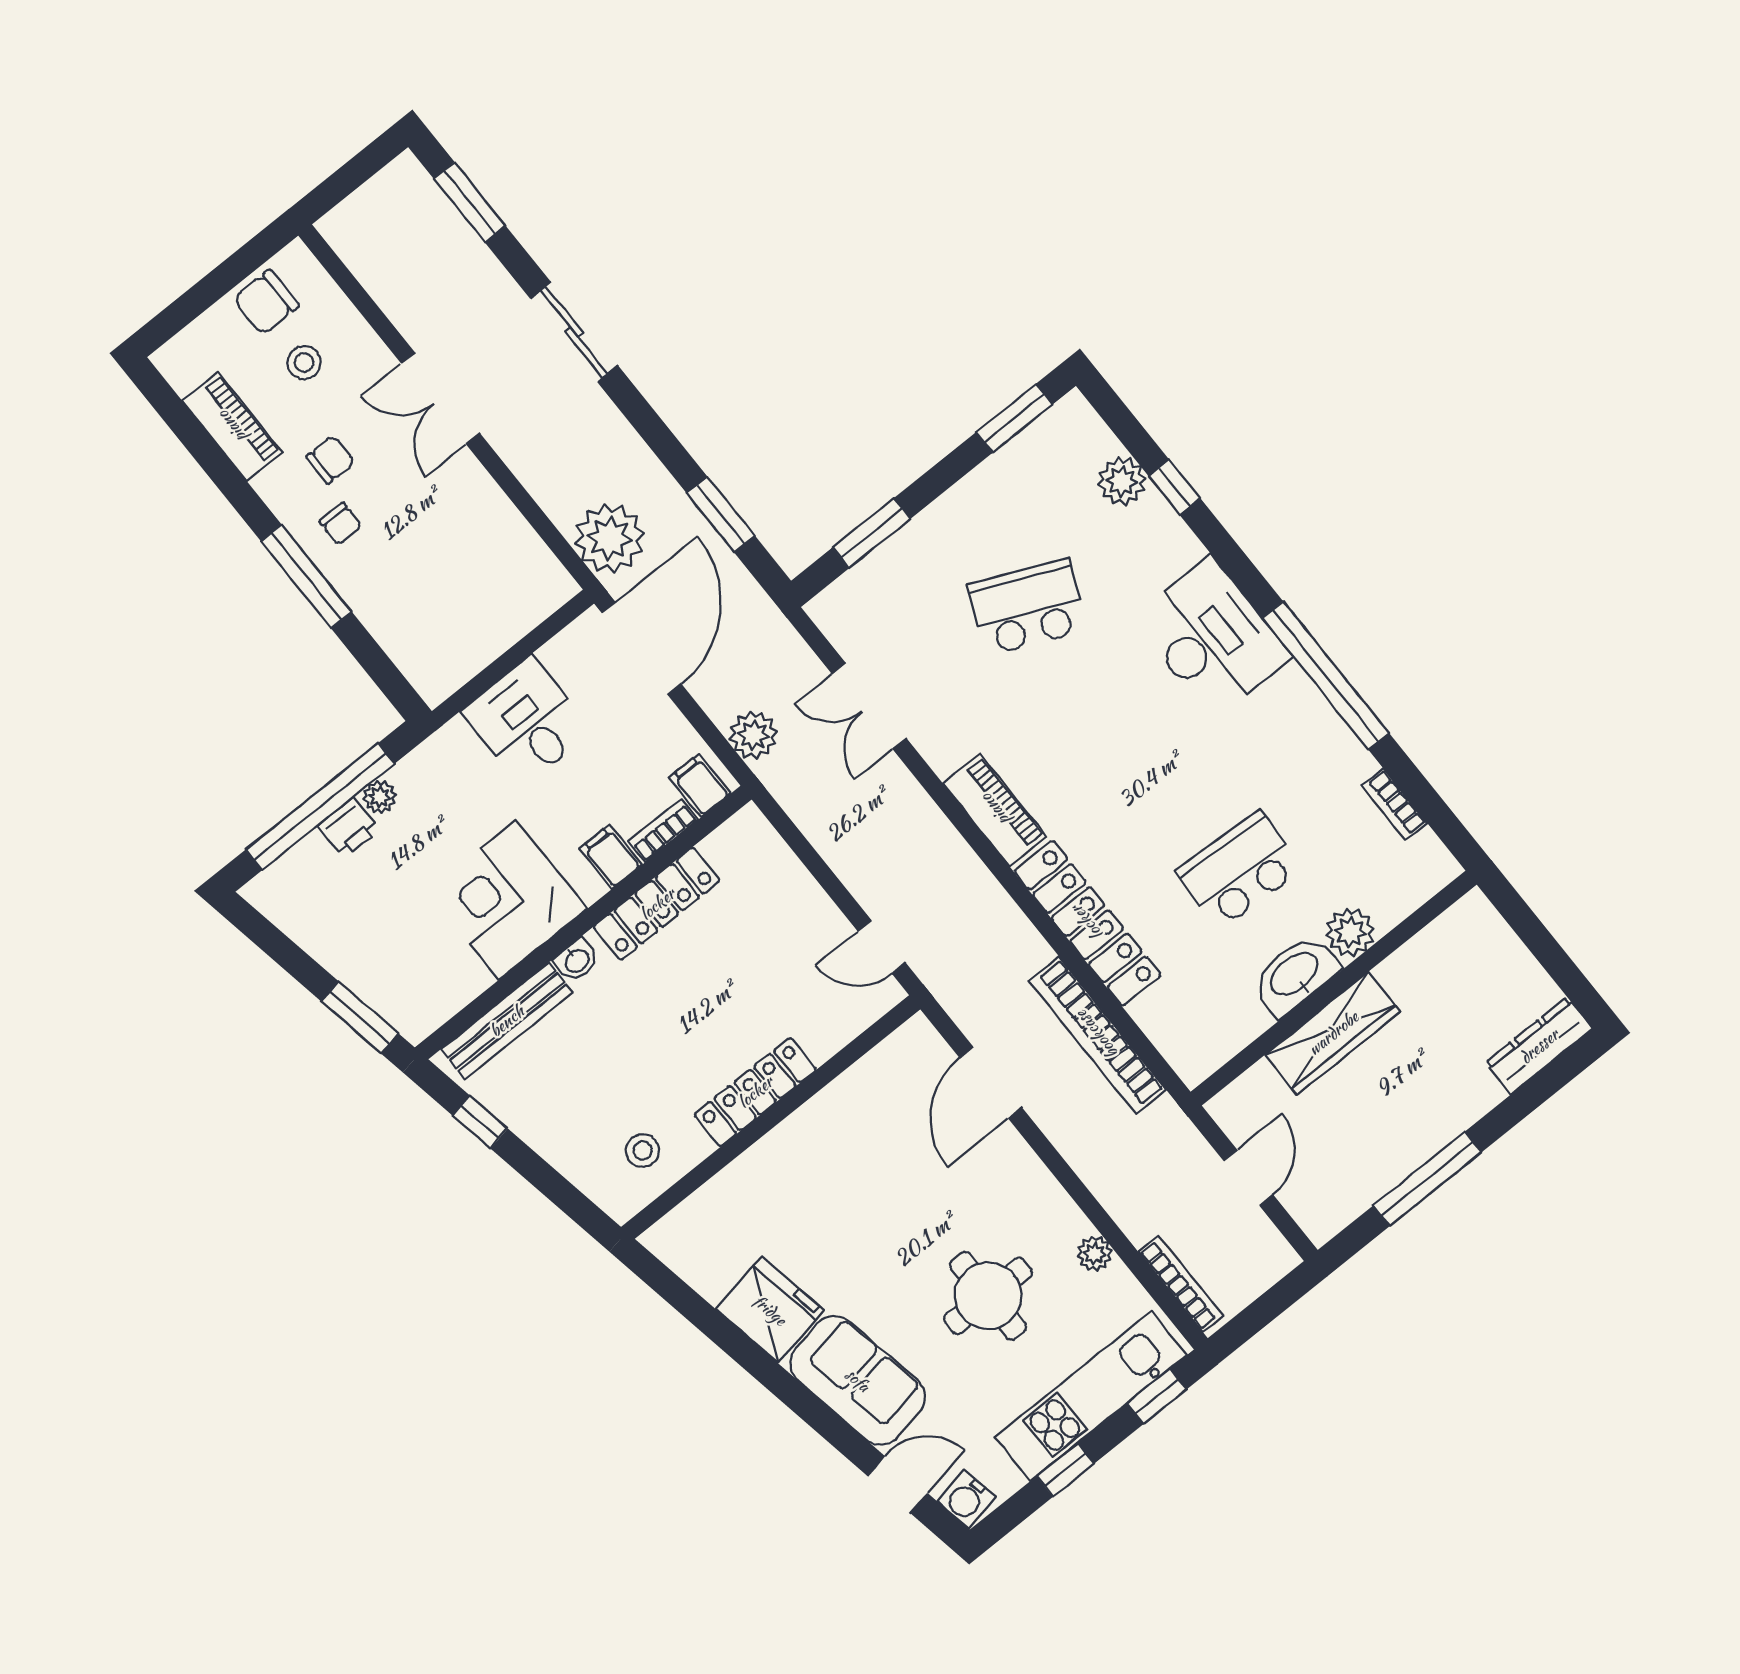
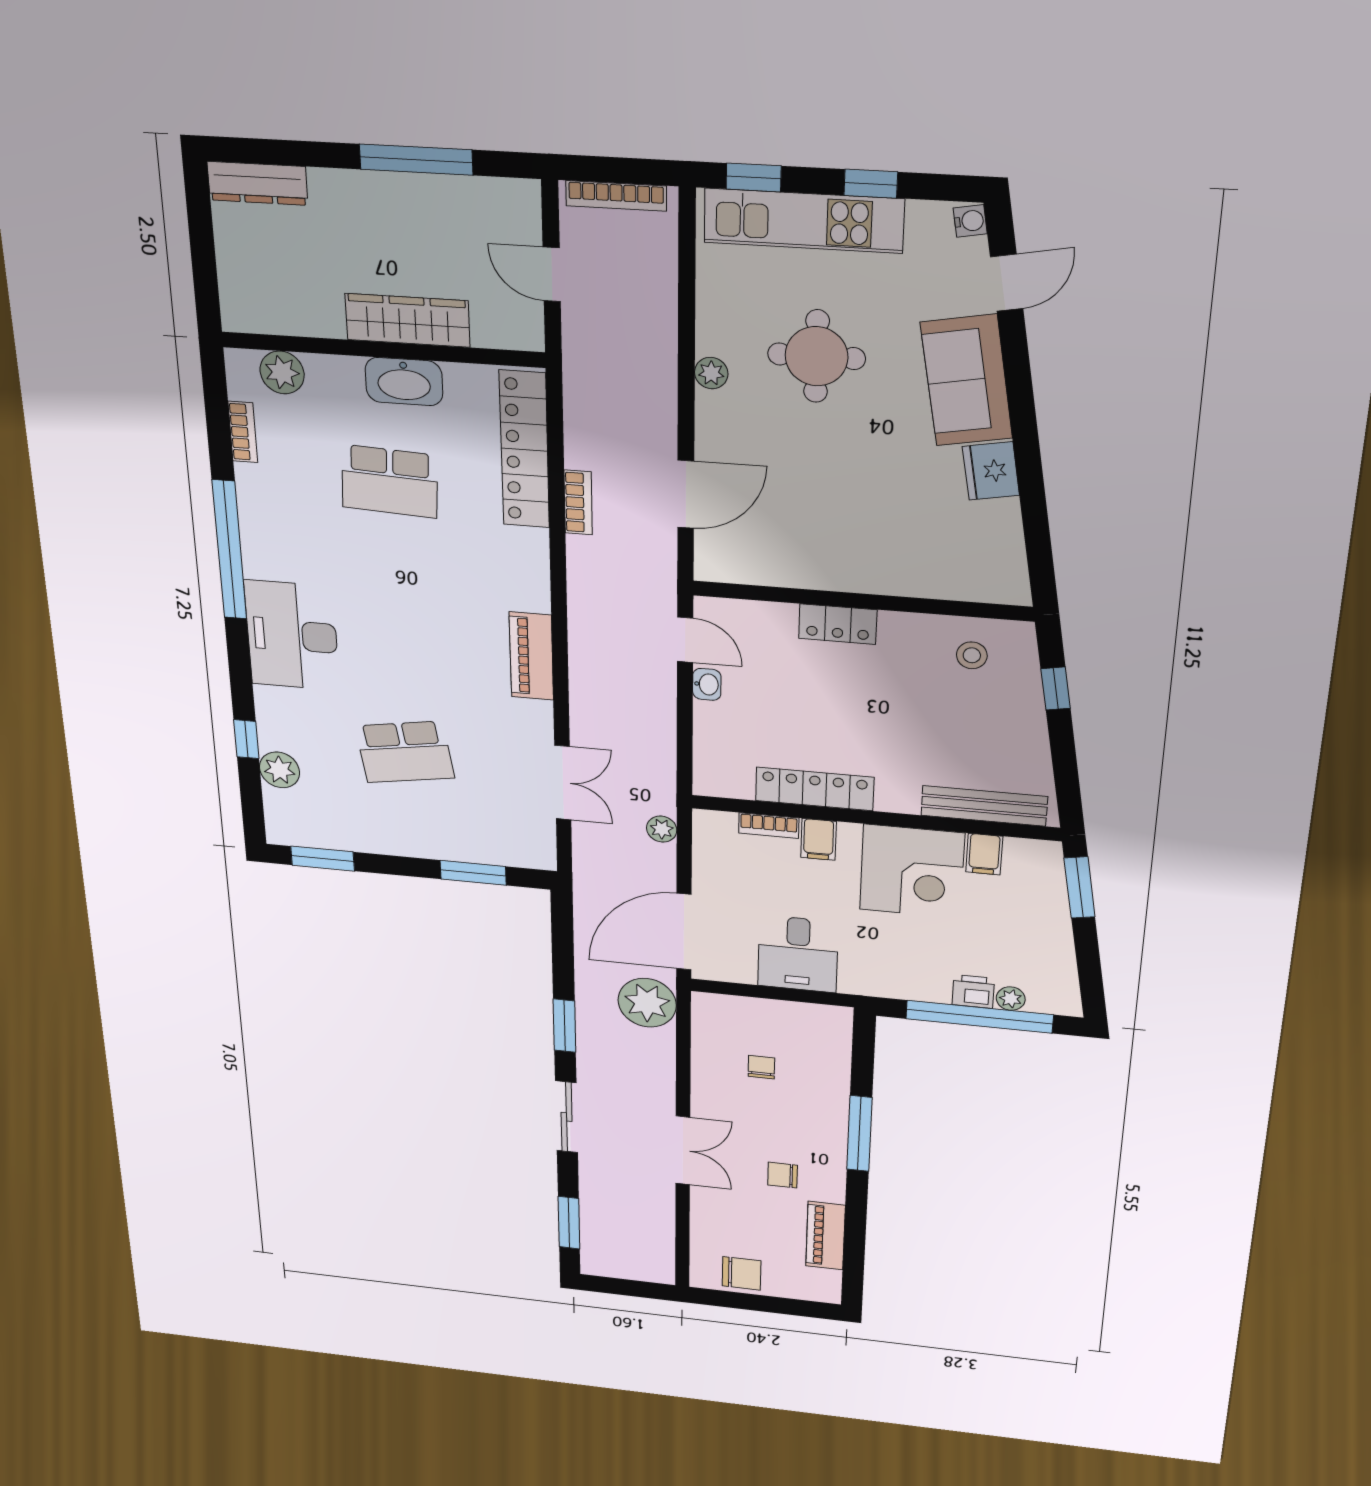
stool: (304, 363) -> (749, 1230), removed
window: (721, 514) -> (564, 1026), moved
chair: (341, 524) -> (761, 1067), moved
school desk: (1027, 607) -> (405, 752), turned -33
plant: (753, 735) -> (662, 829), width x0.73, depth x0.73
filing cabinet: (700, 785) -> (984, 854), moved
plant: (380, 797) -> (1011, 999), moved
locker: (1087, 923) -> (524, 450), moved
plant: (1350, 932) -> (282, 372), moved
washbasin: (577, 960) -> (707, 684), moved, turned 90
bookcase: (1097, 1035) -> (578, 502), width x0.43, depth x0.76
locker: (755, 1092) -> (838, 624), width x0.66
window: (480, 1122) -> (1056, 688), moved
door: (1248, 1178) -> (552, 274), hinge flipped
plant: (1095, 1254) -> (711, 373), moved
bookcase: (1181, 1284) -> (616, 196), moved, turned -90
fridge: (770, 1310) -> (991, 471), width x0.73, depth x0.75
door: (897, 1485) -> (1007, 283), swing flipped
water cooler: (966, 1499) -> (970, 221), width x0.72, depth x0.72

